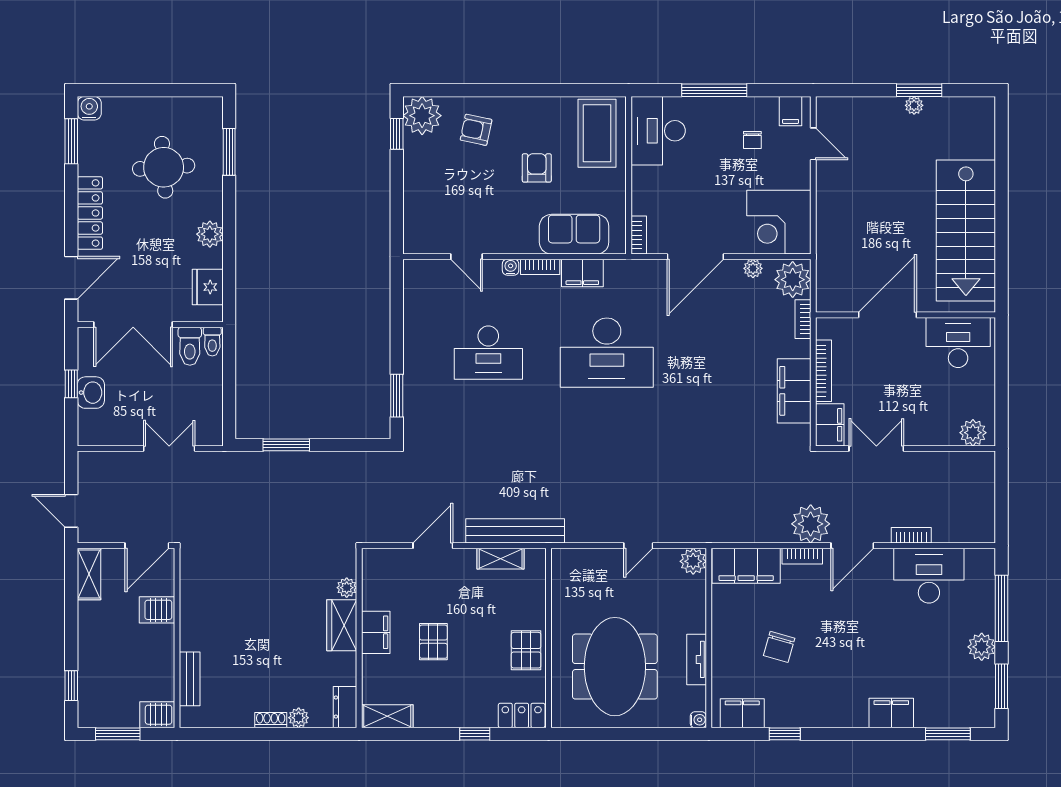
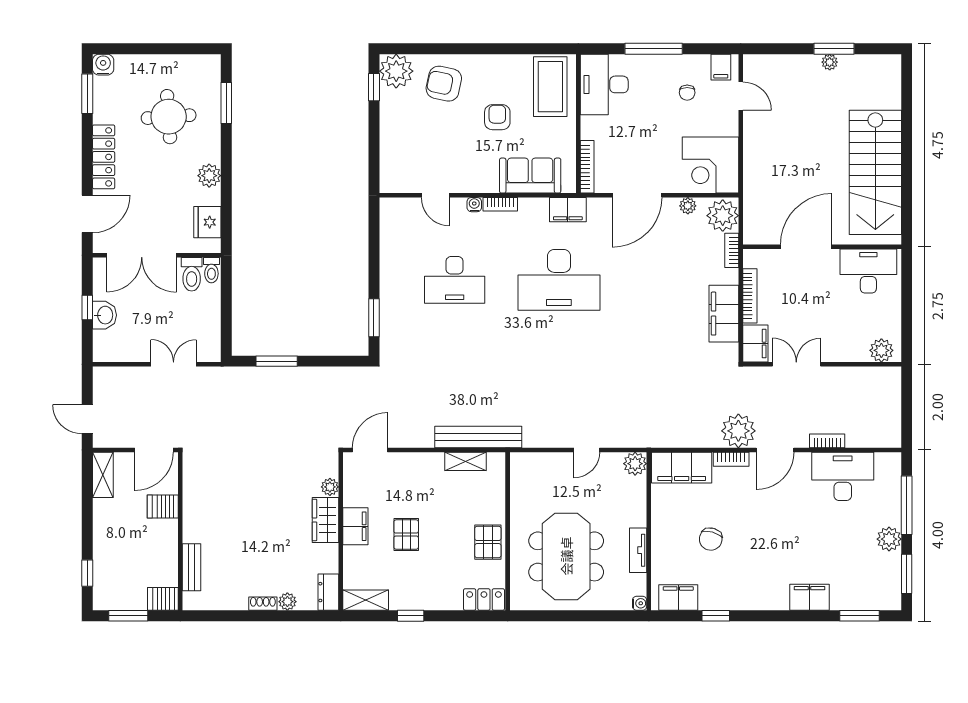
armchair: (476, 130) -> (444, 84), width x1.38, depth x1.38
bookcase: (639, 235) -> (587, 167), width x1.56
filing cabinet: (582, 273) -> (568, 210), moved
door: (433, 546) -> (370, 450), moved
window: (475, 734) -> (411, 616), moved

